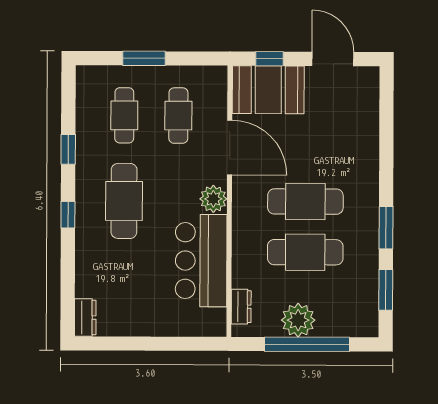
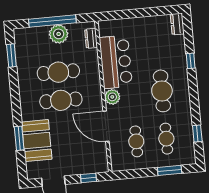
window: (144, 58) -> (170, 170), moved
booth: (268, 90) -> (37, 141), moved, turned 90
window: (68, 149) -> (197, 133), moved
window: (68, 215) -> (191, 61), moved
window: (386, 228) -> (19, 138), moved

